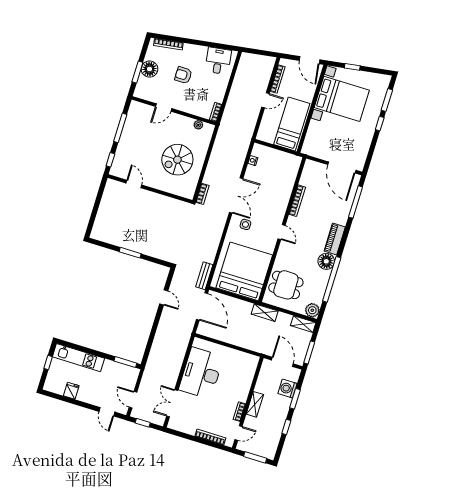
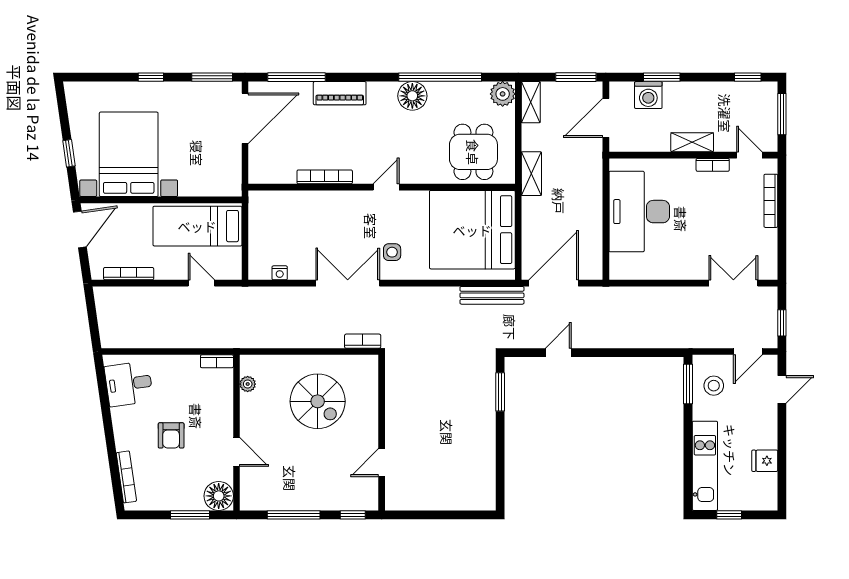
floor lamp: (149, 69) -> (219, 496), moved
door: (265, 100) -> (201, 283), moved
window: (387, 100) -> (212, 77), moved
piano: (335, 239) -> (340, 93), moved
window: (130, 253) -> (500, 392), moved
bench: (204, 276) -> (492, 295), width x1.36
desk: (201, 373) -> (639, 212), moved, turned 90
stool: (120, 376) -> (714, 386), added
double door: (172, 403) -> (733, 283), swing flipped
window: (286, 427) -> (748, 77), moved

